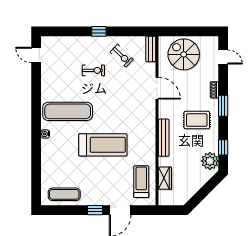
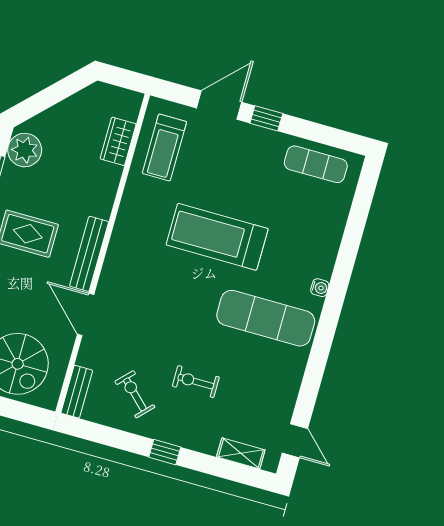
shelving: (61, 41) -> (241, 453), added
bench: (164, 138) -> (89, 254), moved

